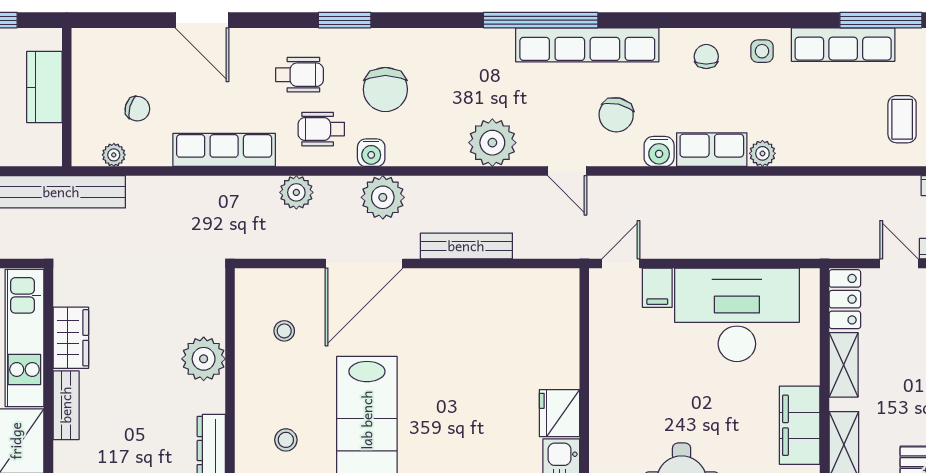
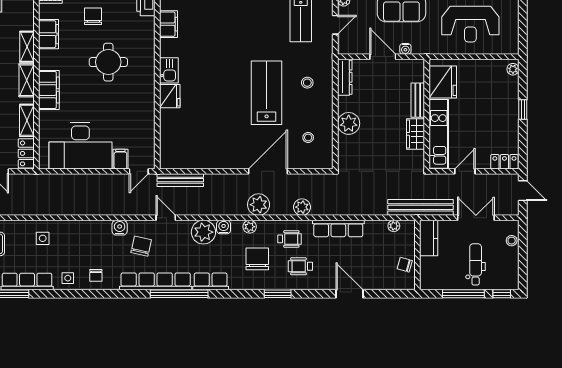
kitchen counter: (44, 87) -> (429, 238), moved
chair: (137, 109) -> (405, 265), moved
side table: (812, 130) -> (43, 238), added
row of seats: (712, 150) -> (211, 281), moved, turned 180
water cooler: (371, 153) -> (224, 227), moved
plant: (762, 153) -> (250, 227), moved
bench: (466, 246) -> (180, 180), moved

